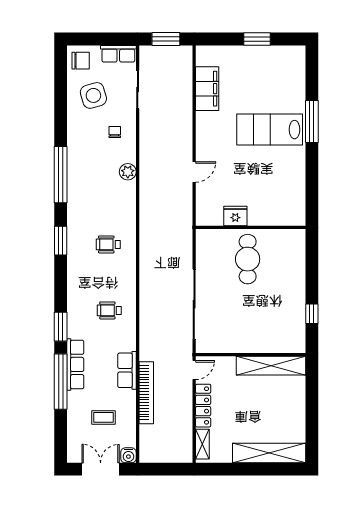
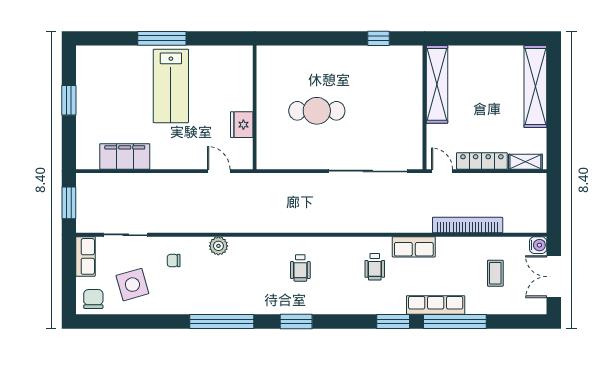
fridge: (235, 216) -> (242, 125), moved
wall: (251, 227) -> (255, 107), moved
row of seats: (127, 370) -> (414, 247), moved

